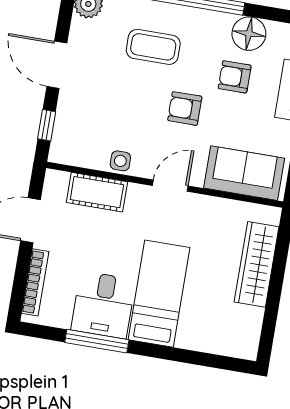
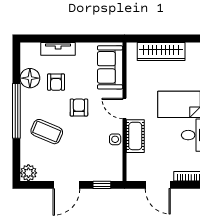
coffee table: (153, 47) -> (47, 132), turned -67
armchair: (185, 108) -> (79, 108), turned 180
cot: (97, 192) -> (135, 136), moved

